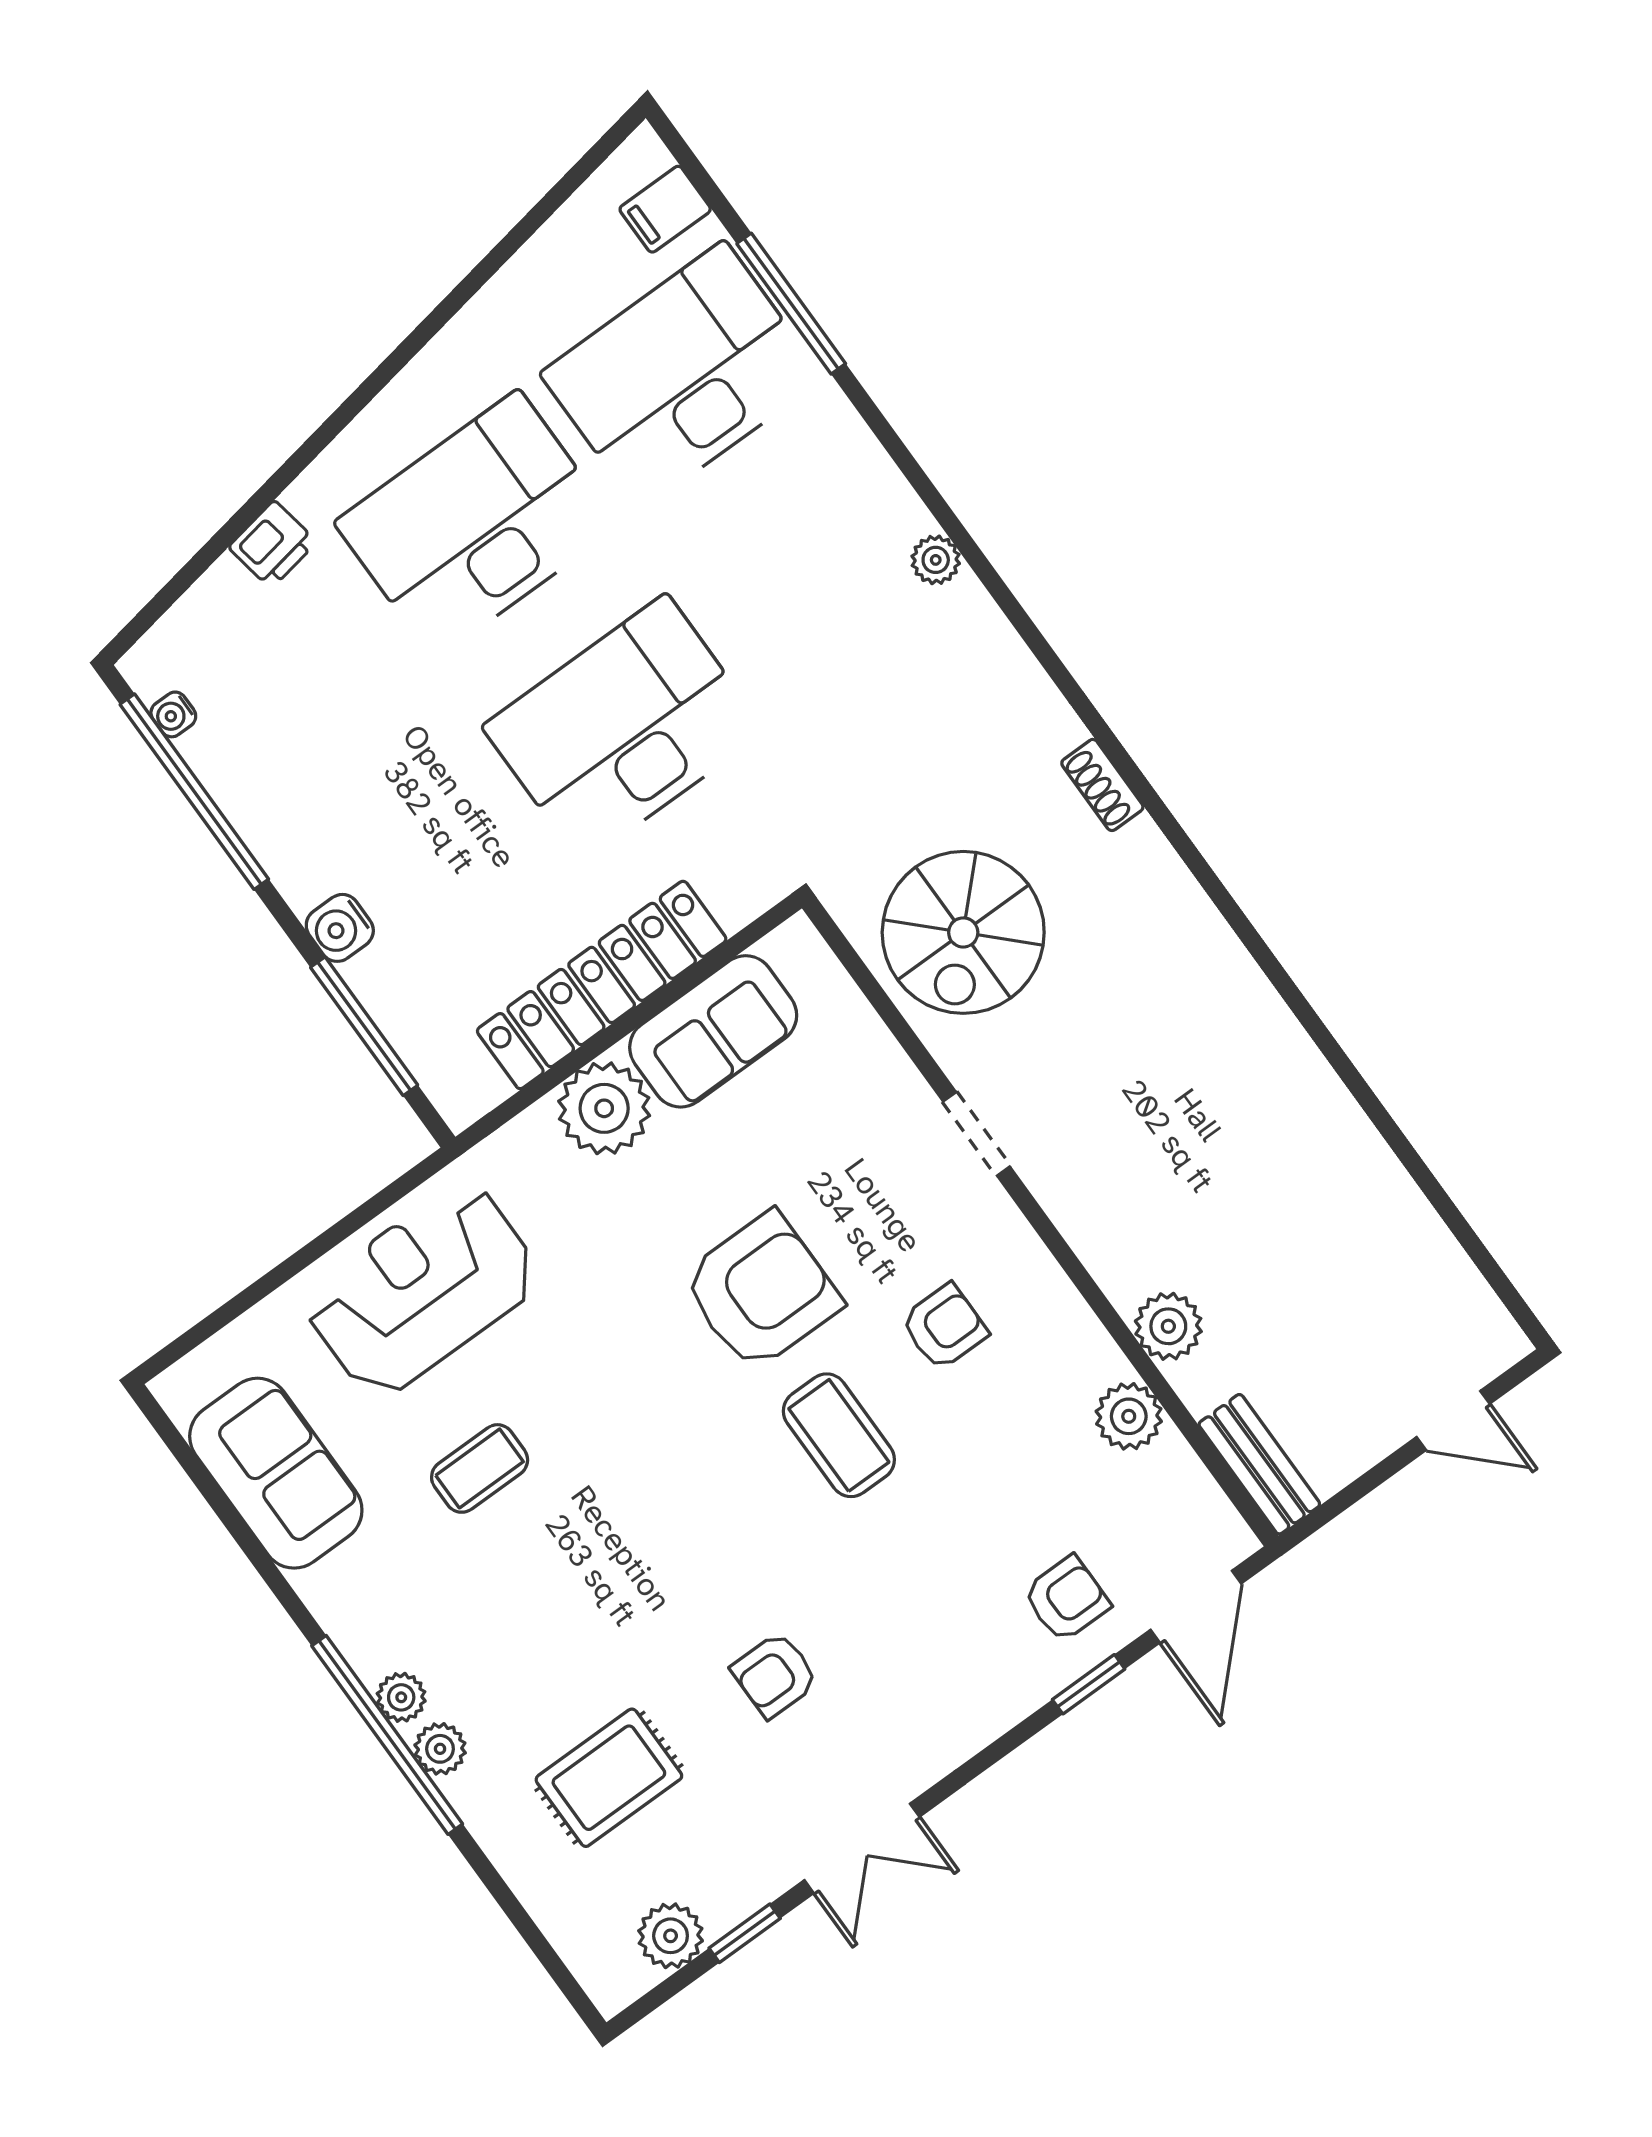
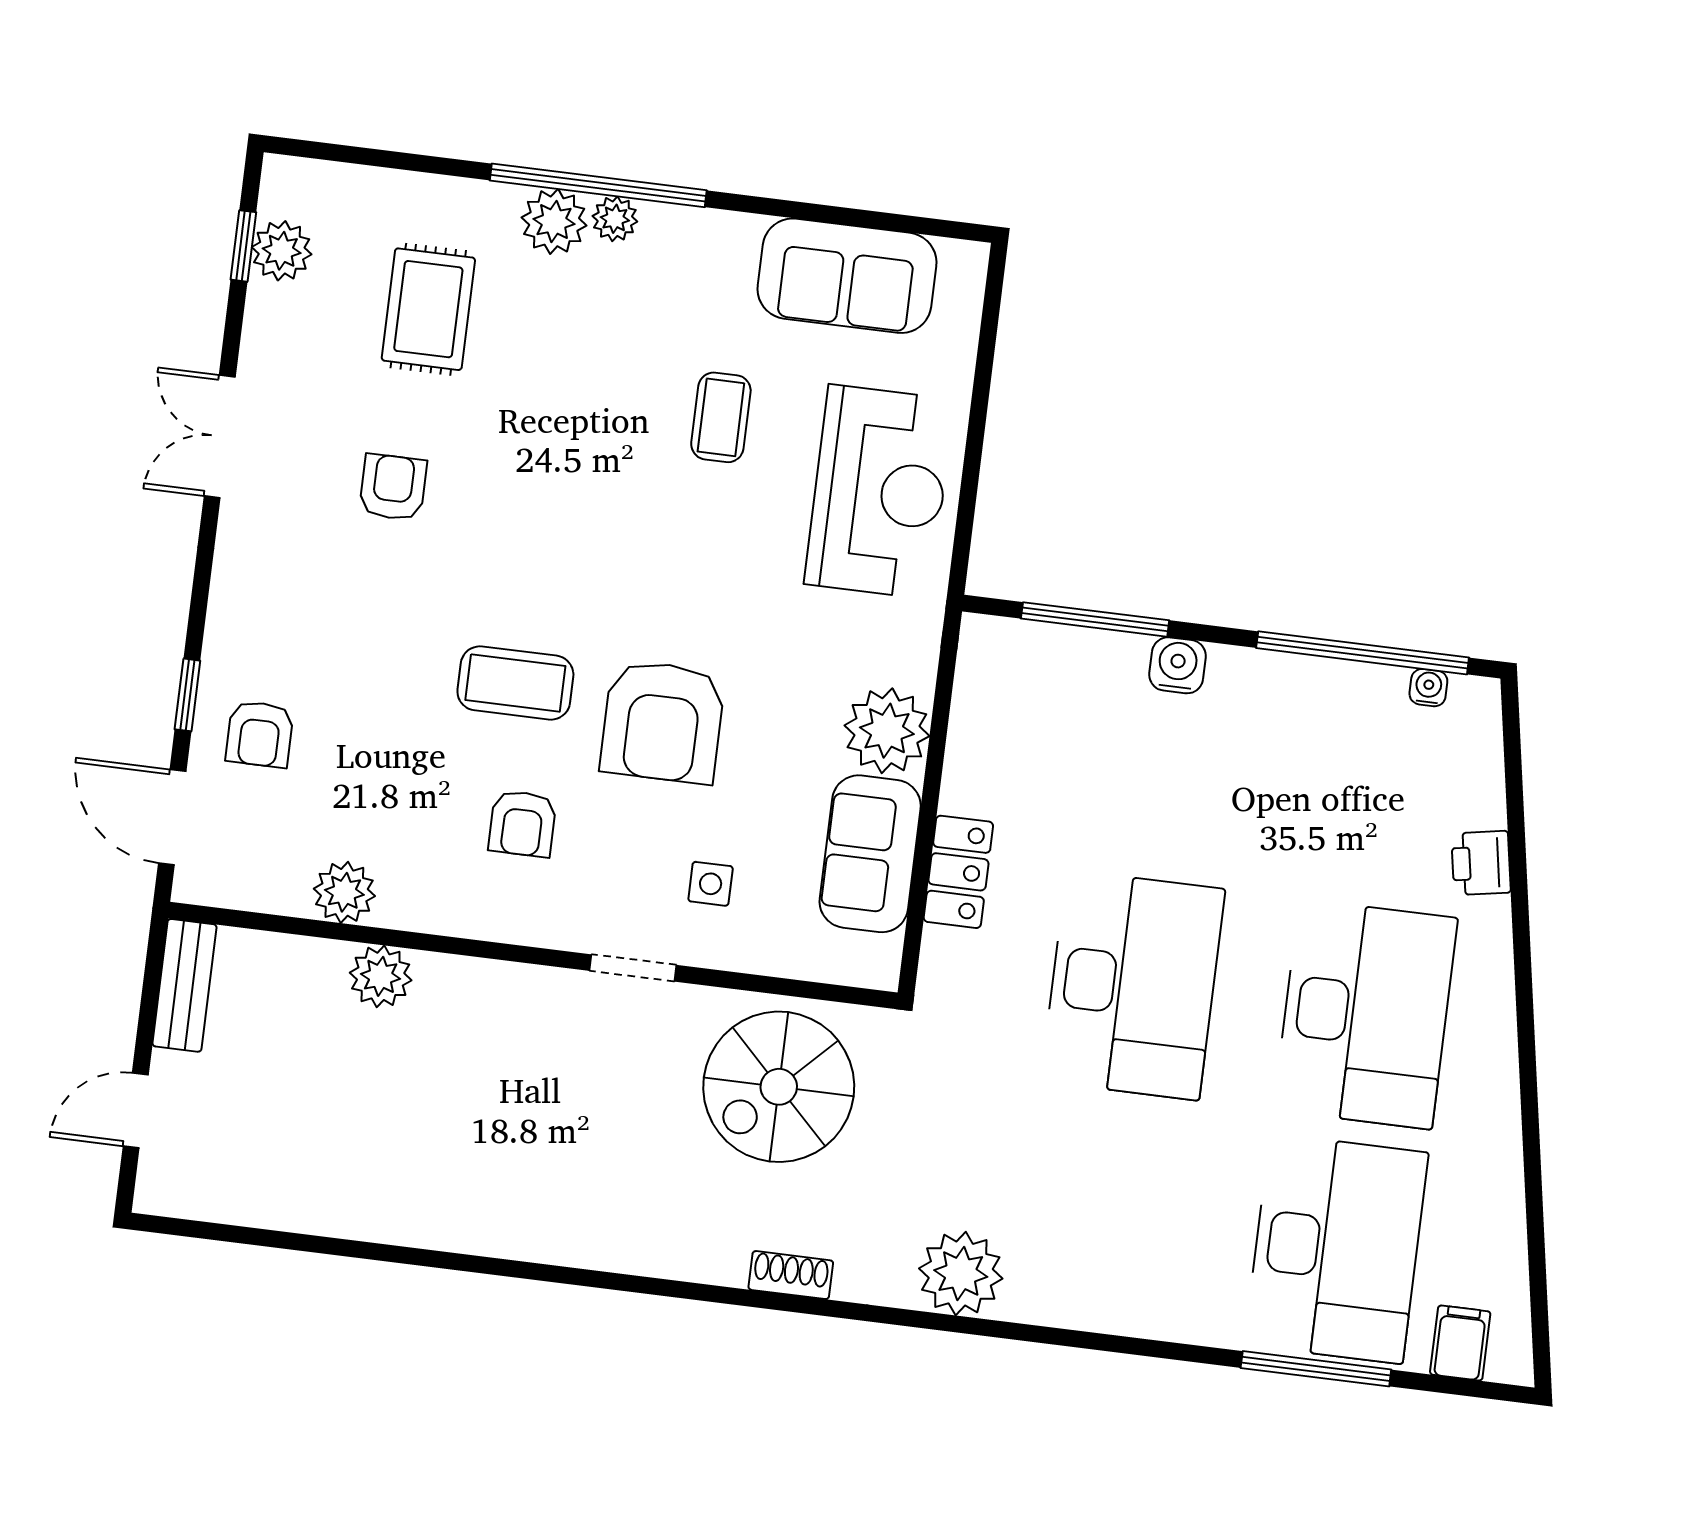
plant: (936, 560) -> (961, 1274), moved, width x1.88, depth x1.88
spiral stairs: (963, 932) -> (779, 1087), turned -90
locker: (602, 985) -> (958, 872), width x0.46, depth x0.83
side table: (854, 1135) -> (711, 884), added
bench: (1259, 1464) -> (185, 985), moved, turned 90
plant: (440, 1749) -> (554, 221), width x1.38, depth x1.38
window: (745, 1933) -> (243, 246), moved

